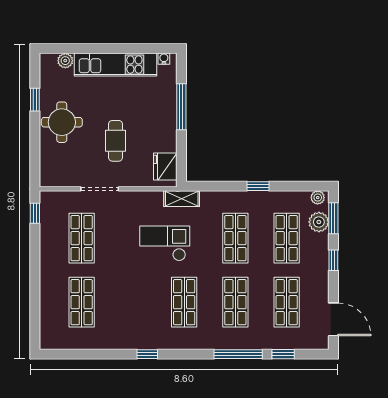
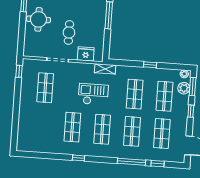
fridge: (165, 166) -> (86, 54), moved, turned 90
shop shelf: (82, 302) -> (72, 127), moved

